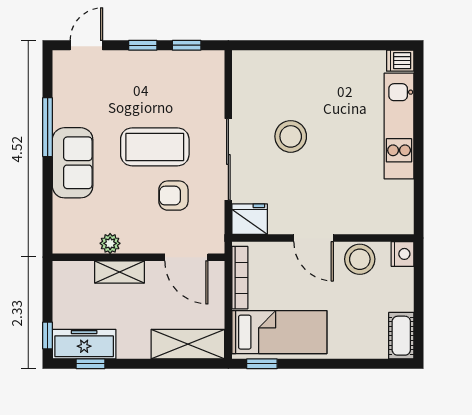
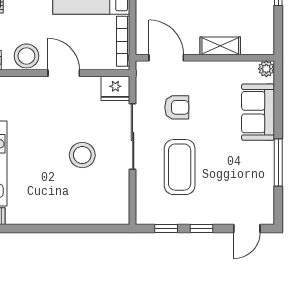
coffee table: (155, 147) -> (180, 167), moved, turned 90
sofa: (73, 163) -> (258, 112), moved
plant: (110, 243) -> (266, 69), moved

